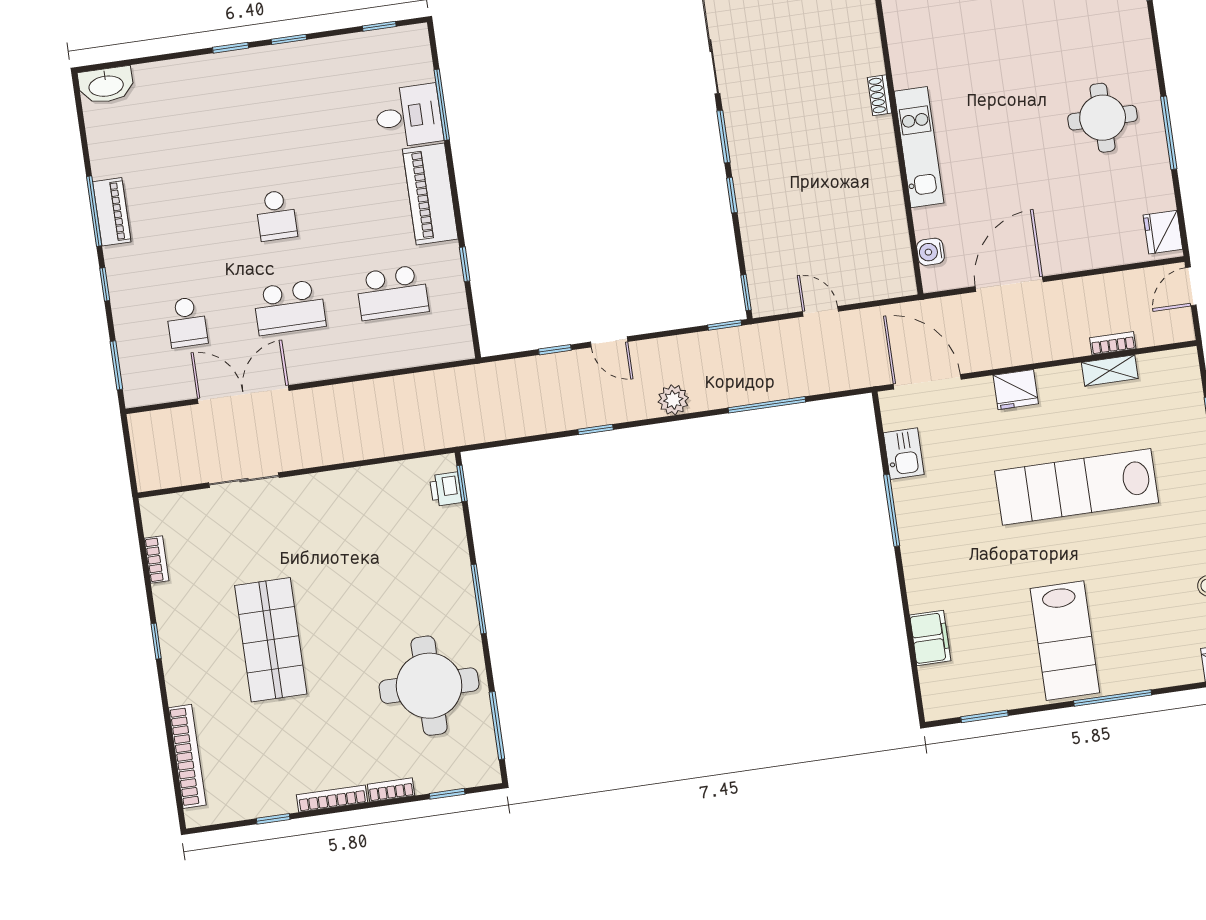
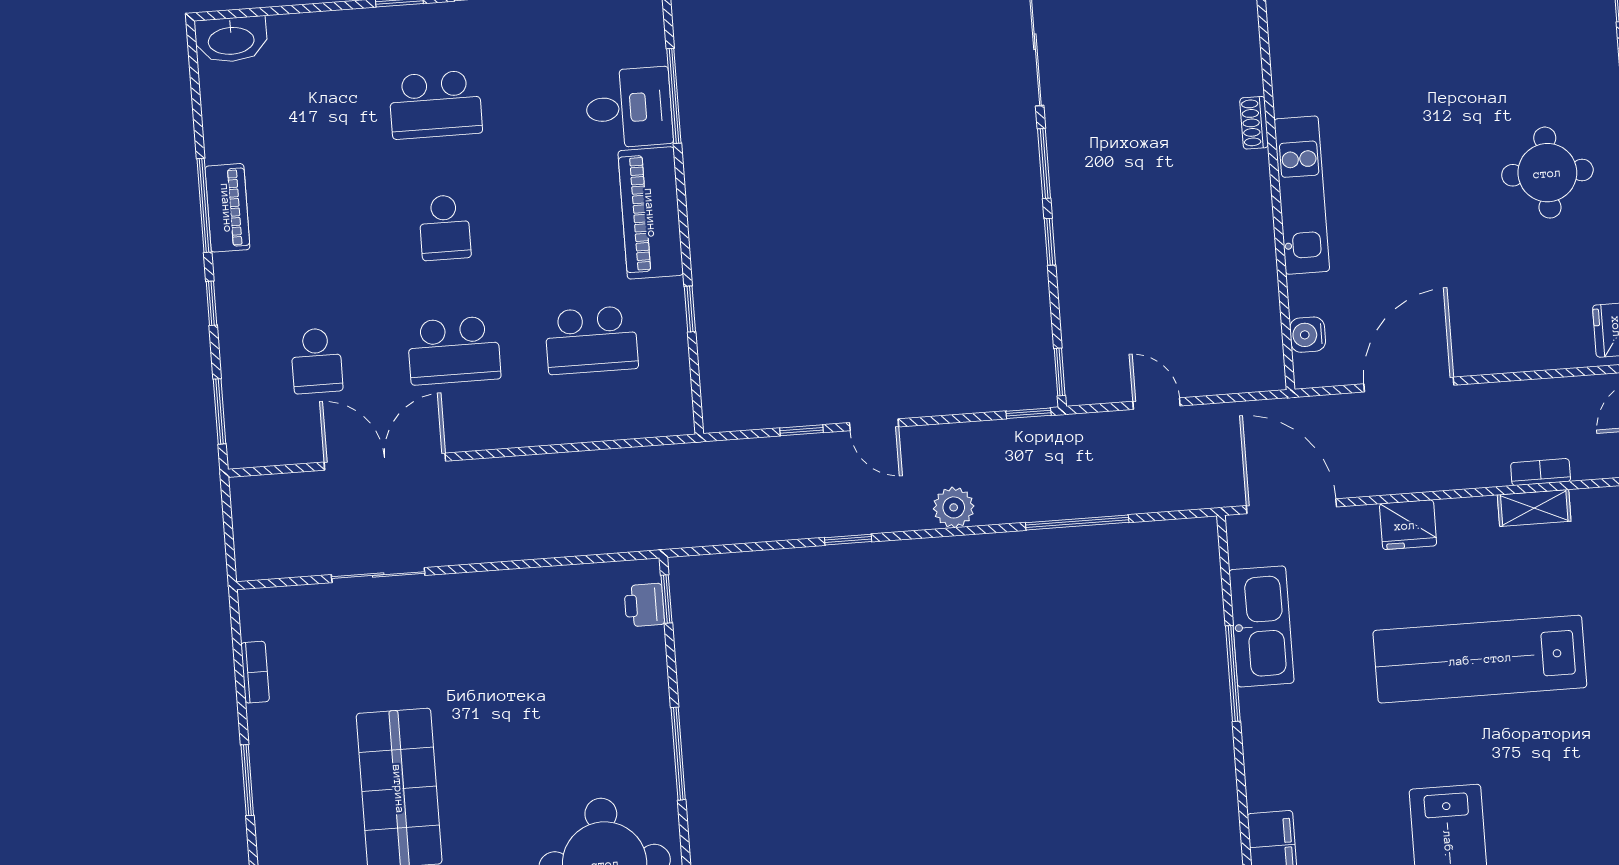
school desk: (263, 124) -> (435, 105), added
kitchen sink: (904, 454) -> (1261, 626), width x1.87, depth x1.24
window: (156, 641) -> (247, 780), width x1.50

